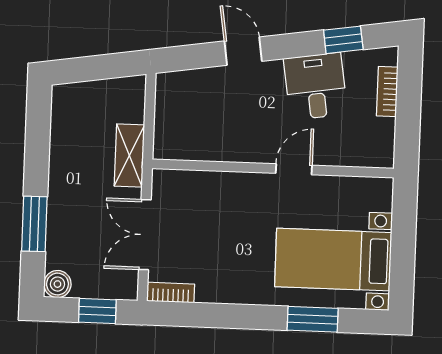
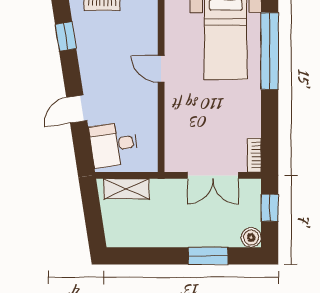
desk: (315, 86) -> (114, 145), moved
shelving: (129, 156) -> (126, 189), moved
window: (313, 319) -> (270, 51), width x2.11

